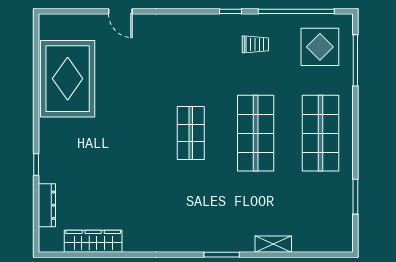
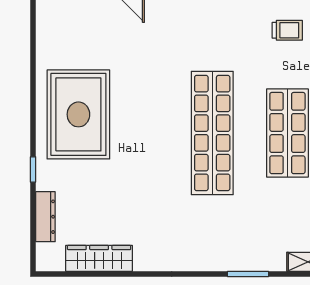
rug: (68, 79) -> (78, 114), moved
shop shelf: (191, 133) -> (212, 133), width x2.00, depth x1.36

